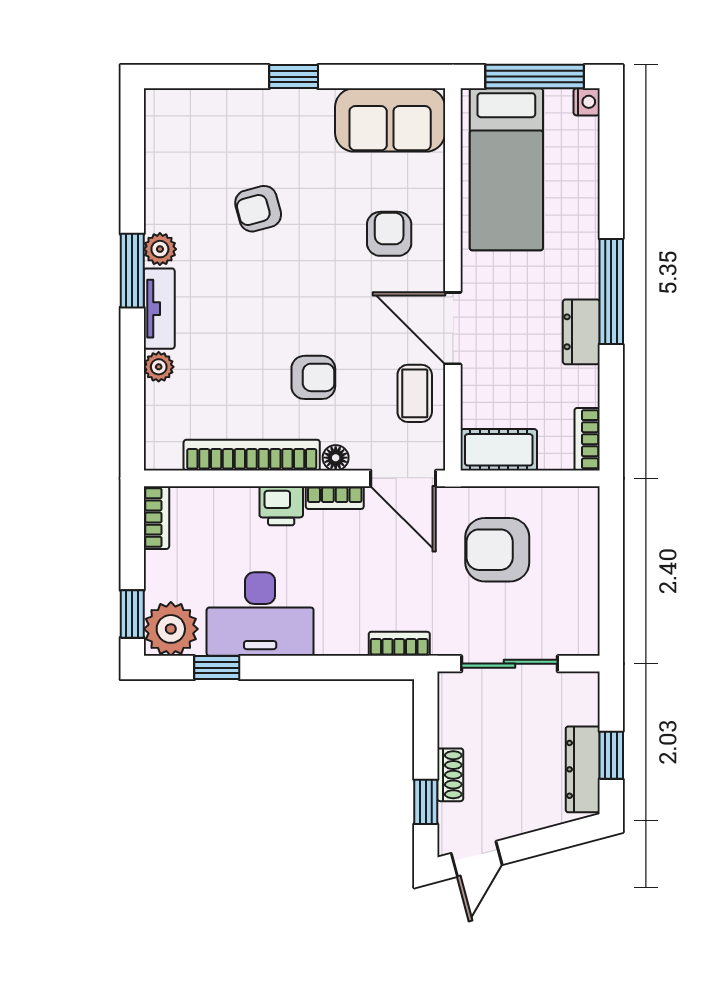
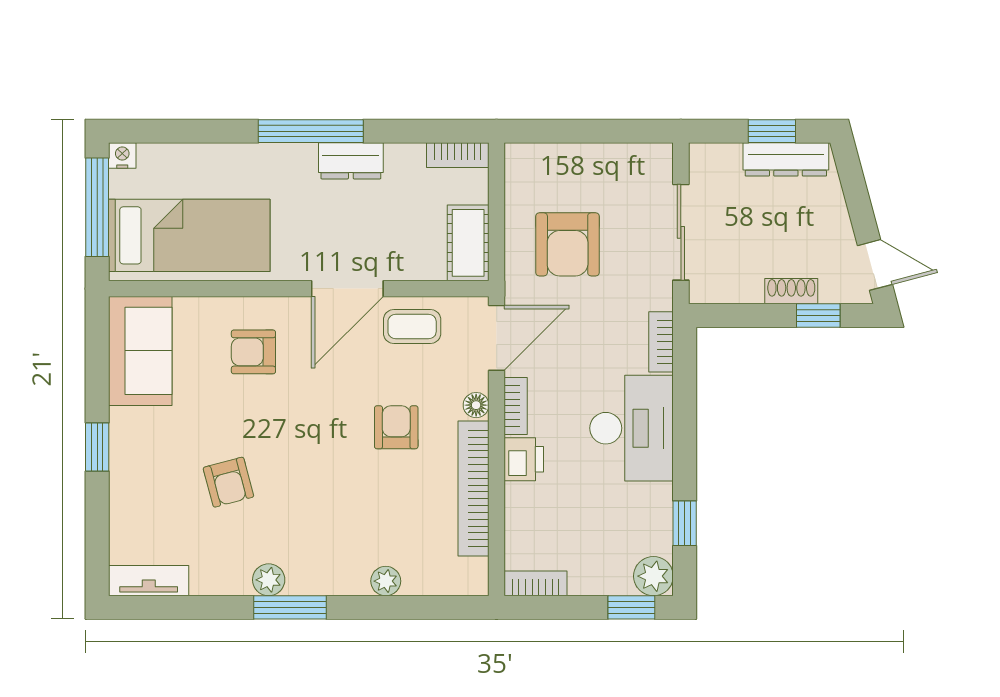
tv unit: (159, 309) -> (149, 581), moved
desk: (260, 614) -> (632, 428), moved
plant: (171, 629) -> (653, 576), width x0.73, depth x0.73

